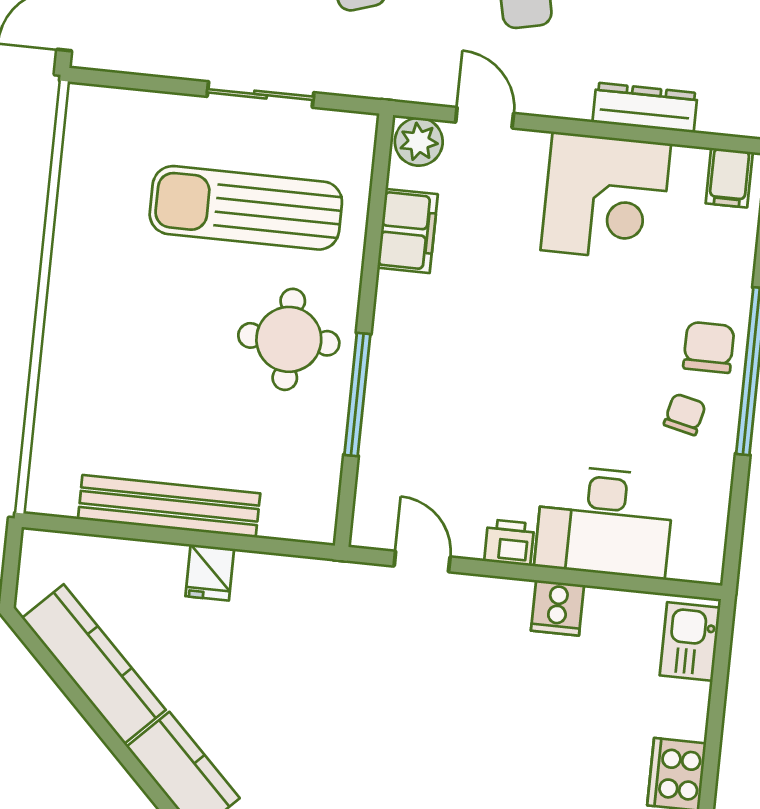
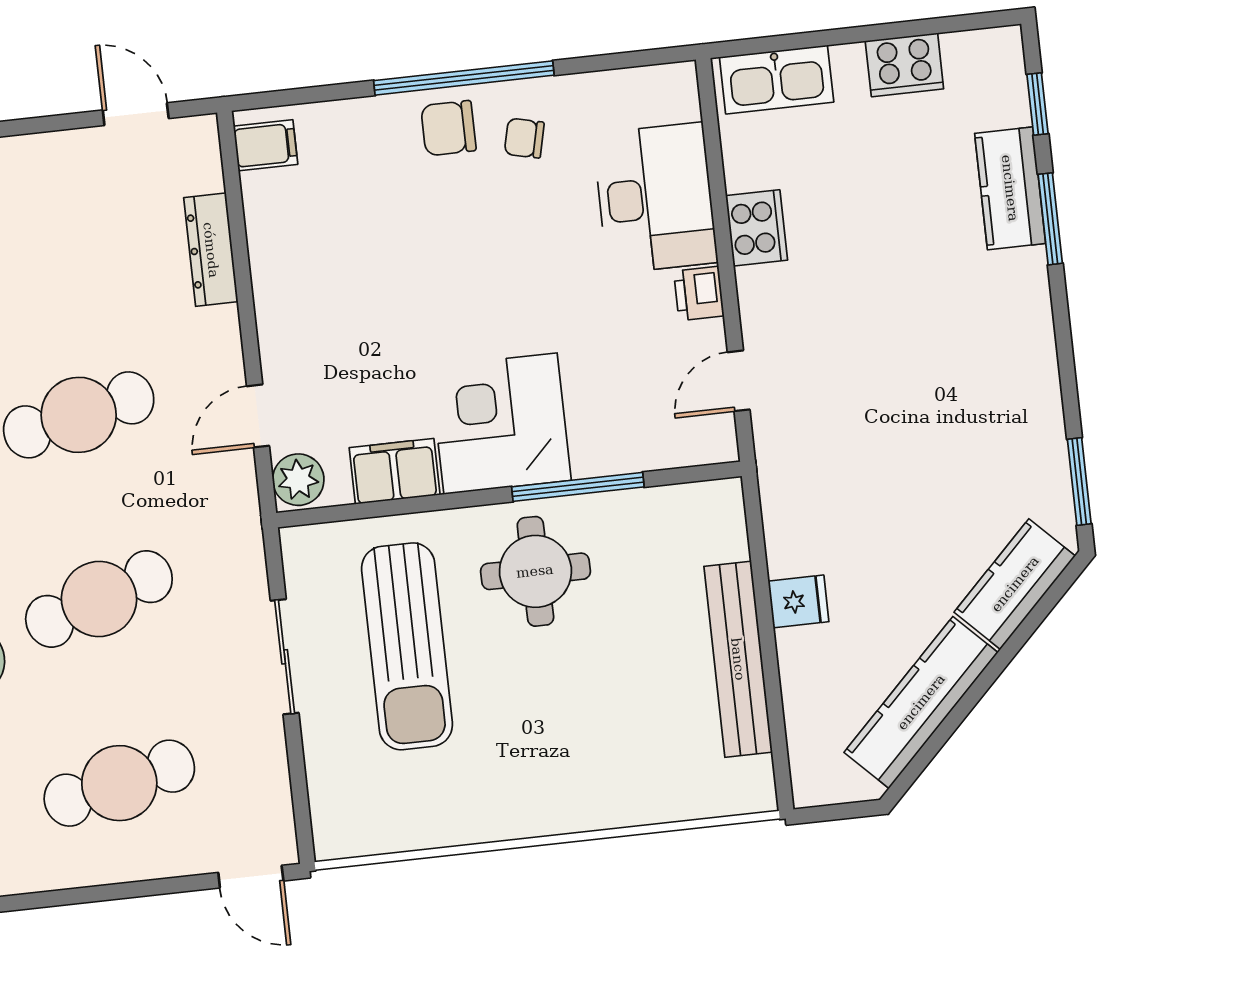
corner desk: (606, 197) -> (501, 424), moved, turned -90
cooker: (558, 608) -> (757, 228), width x1.36
kitchen sink: (690, 641) -> (777, 80), width x1.38

